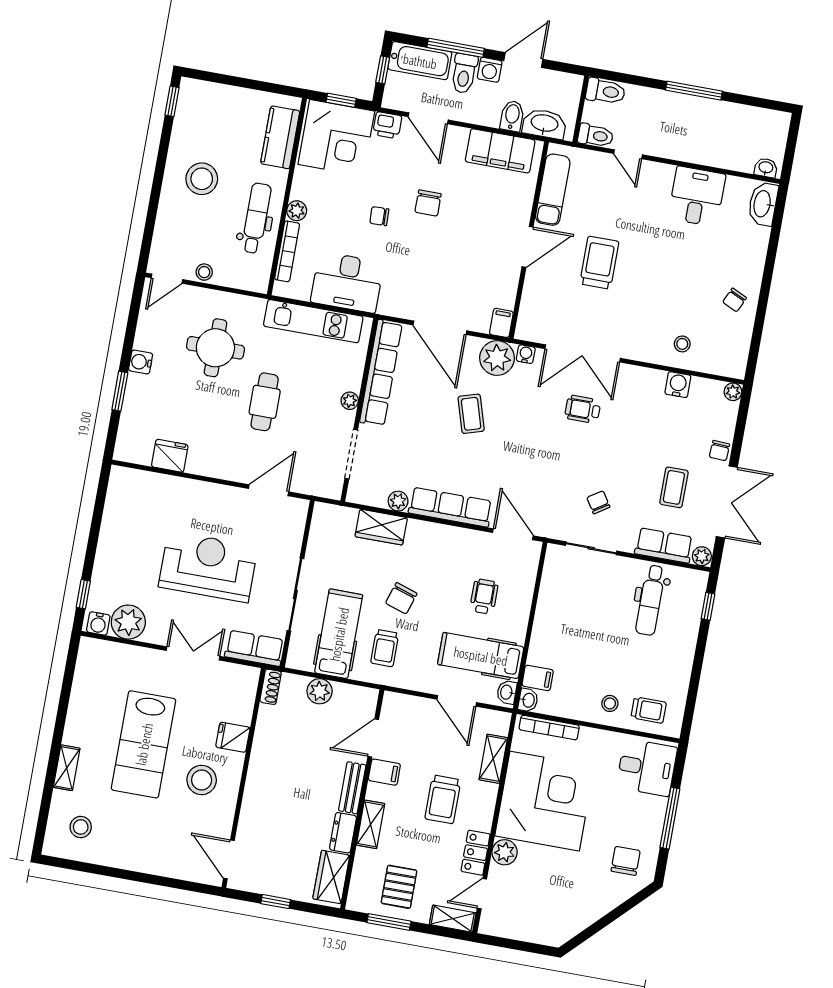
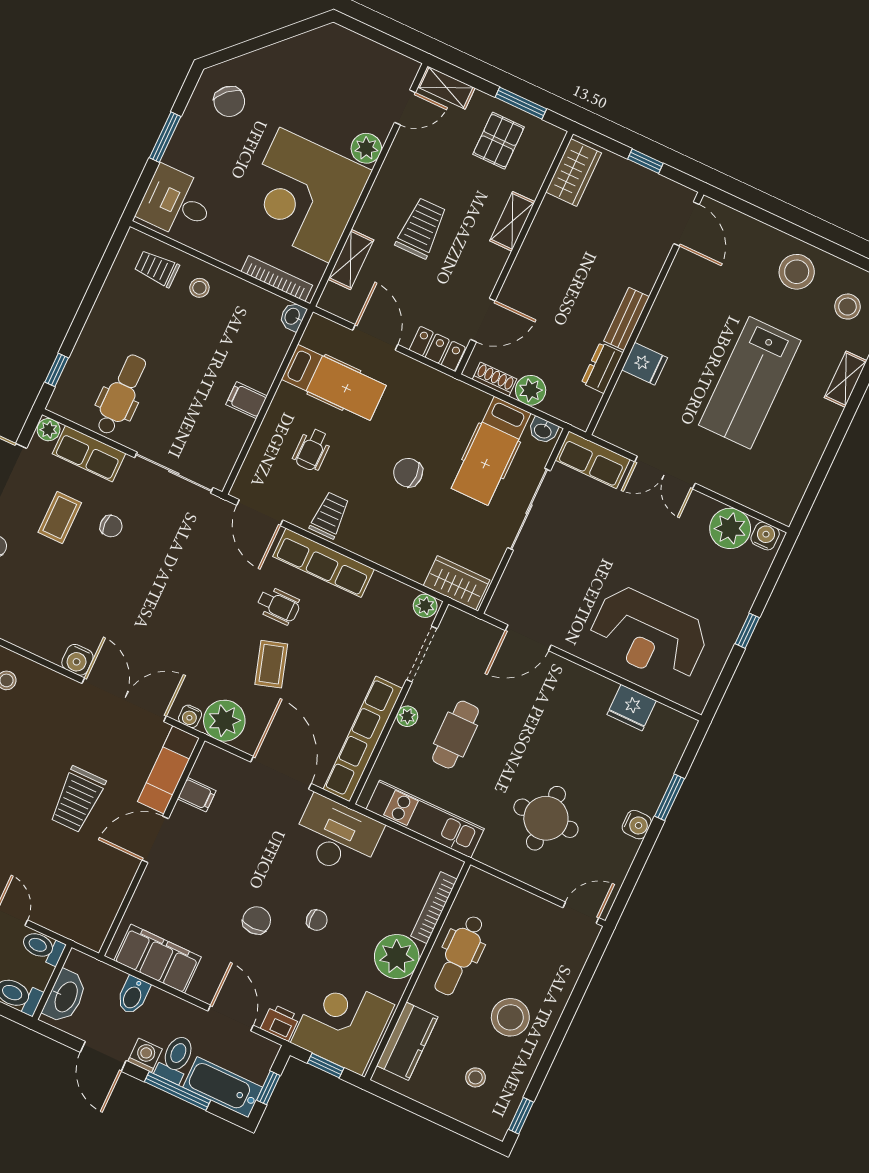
door: (523, 60) -> (103, 1056), hinge flipped
washbasin: (544, 124) -> (65, 997), moved, turned -90
exam couch: (553, 190) -> (168, 770), moved
plant: (297, 211) -> (397, 957), width x1.88, depth x1.88
stool: (204, 272) -> (475, 1077), moved
desk: (347, 282) -> (337, 836), moved
filing cabinet: (501, 323) -> (197, 795), moved, turned -90
water cooler: (678, 385) -> (77, 660), moved
cafe table: (265, 402) -> (455, 735), moved
wheelchair: (583, 409) -> (278, 606), moved
plant: (398, 501) -> (425, 606), moved
chair: (598, 502) -> (111, 526), moved, turned -57
wardrobe: (381, 527) -> (456, 583), moved
sliding door: (591, 548) -> (174, 473), width x1.37
reception desk: (208, 567) -> (649, 635), moved
window: (83, 594) -> (747, 631), moved
chair: (401, 598) -> (408, 473), turned -108
trolley: (385, 648) -> (330, 515), moved
filing cabinet: (538, 678) -> (247, 400), moved
shoe rack: (271, 687) -> (494, 379), moved, turned 90
washbasin: (507, 692) -> (543, 431), moved, turned 90
lab bench: (144, 744) -> (750, 383), turned 180
filing cabinet: (384, 772) -> (480, 277), removed
stool: (202, 780) -> (797, 272), moved
bench: (352, 788) -> (627, 319), moved
window: (670, 818) -> (165, 137), width x0.69
dresser: (343, 833) -> (602, 368), moved, turned 180
locker: (476, 853) -> (437, 349), moved, turned -90
chair: (626, 861) -> (229, 101), turned -43

